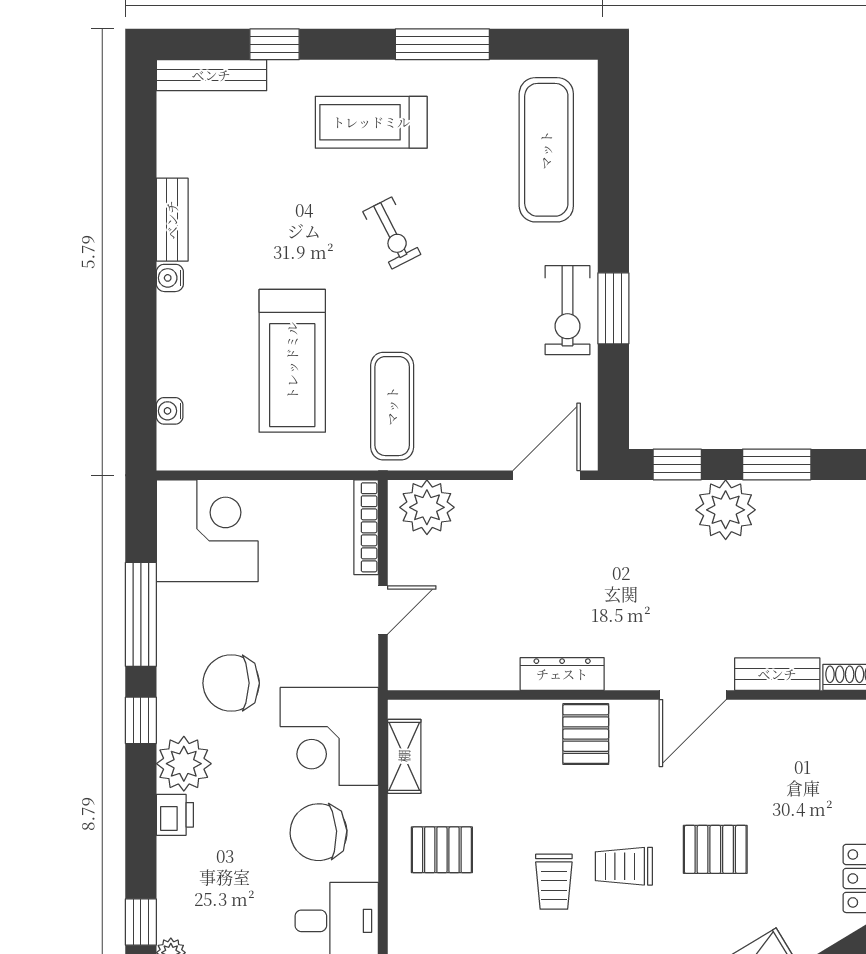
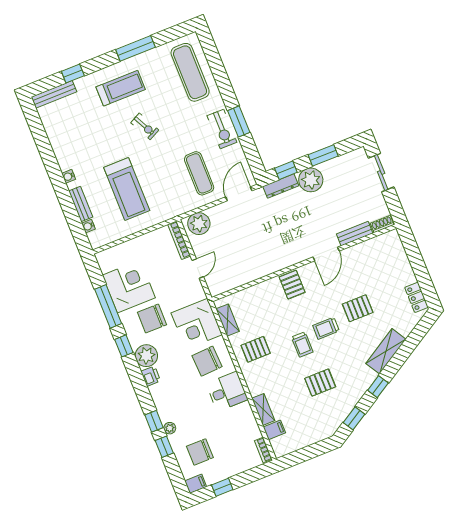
treadmill: (371, 122) -> (121, 88), turned 180
bench: (172, 220) -> (81, 204), moved
exercise mat: (392, 406) -> (199, 173), moved
corner desk: (207, 531) -> (129, 286), moved
dresser: (562, 674) -> (281, 186), moved, turned 180

